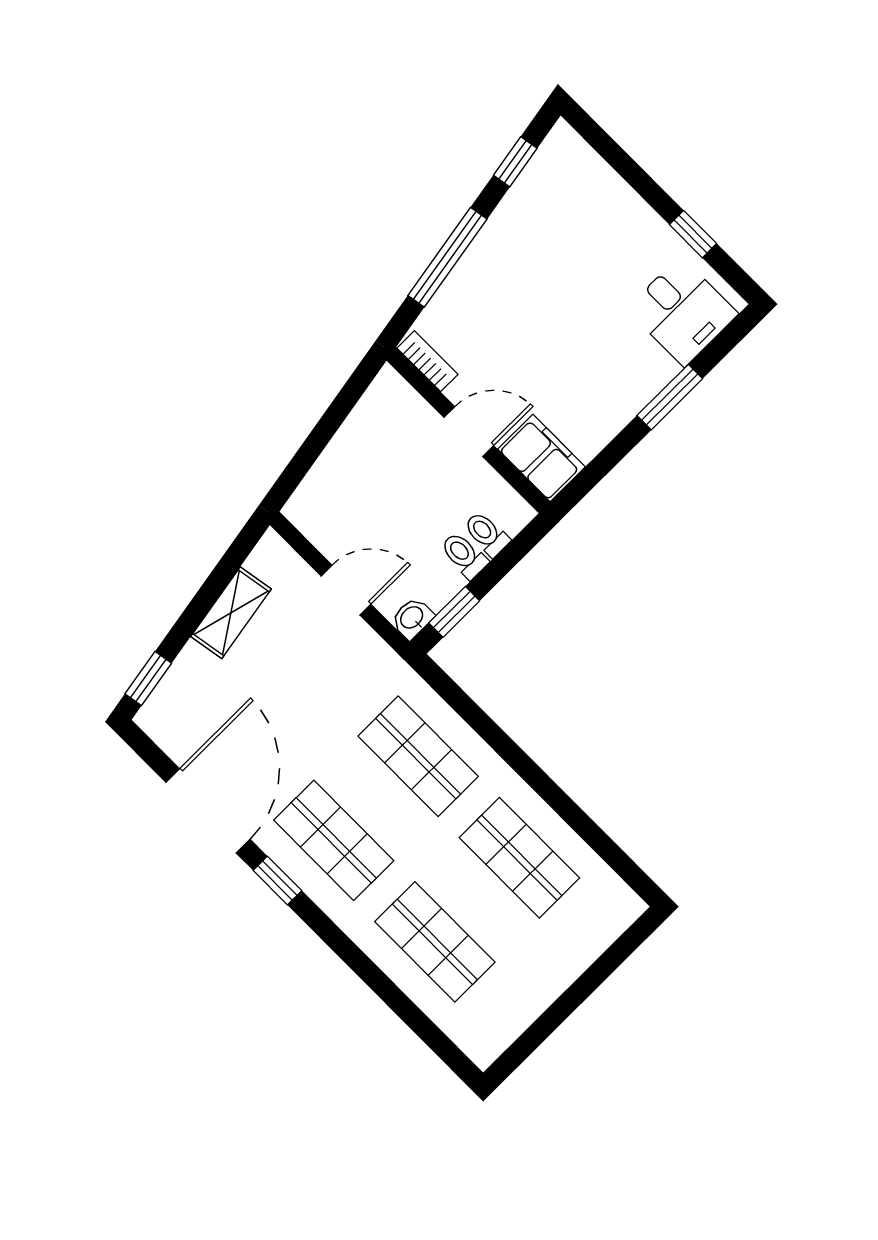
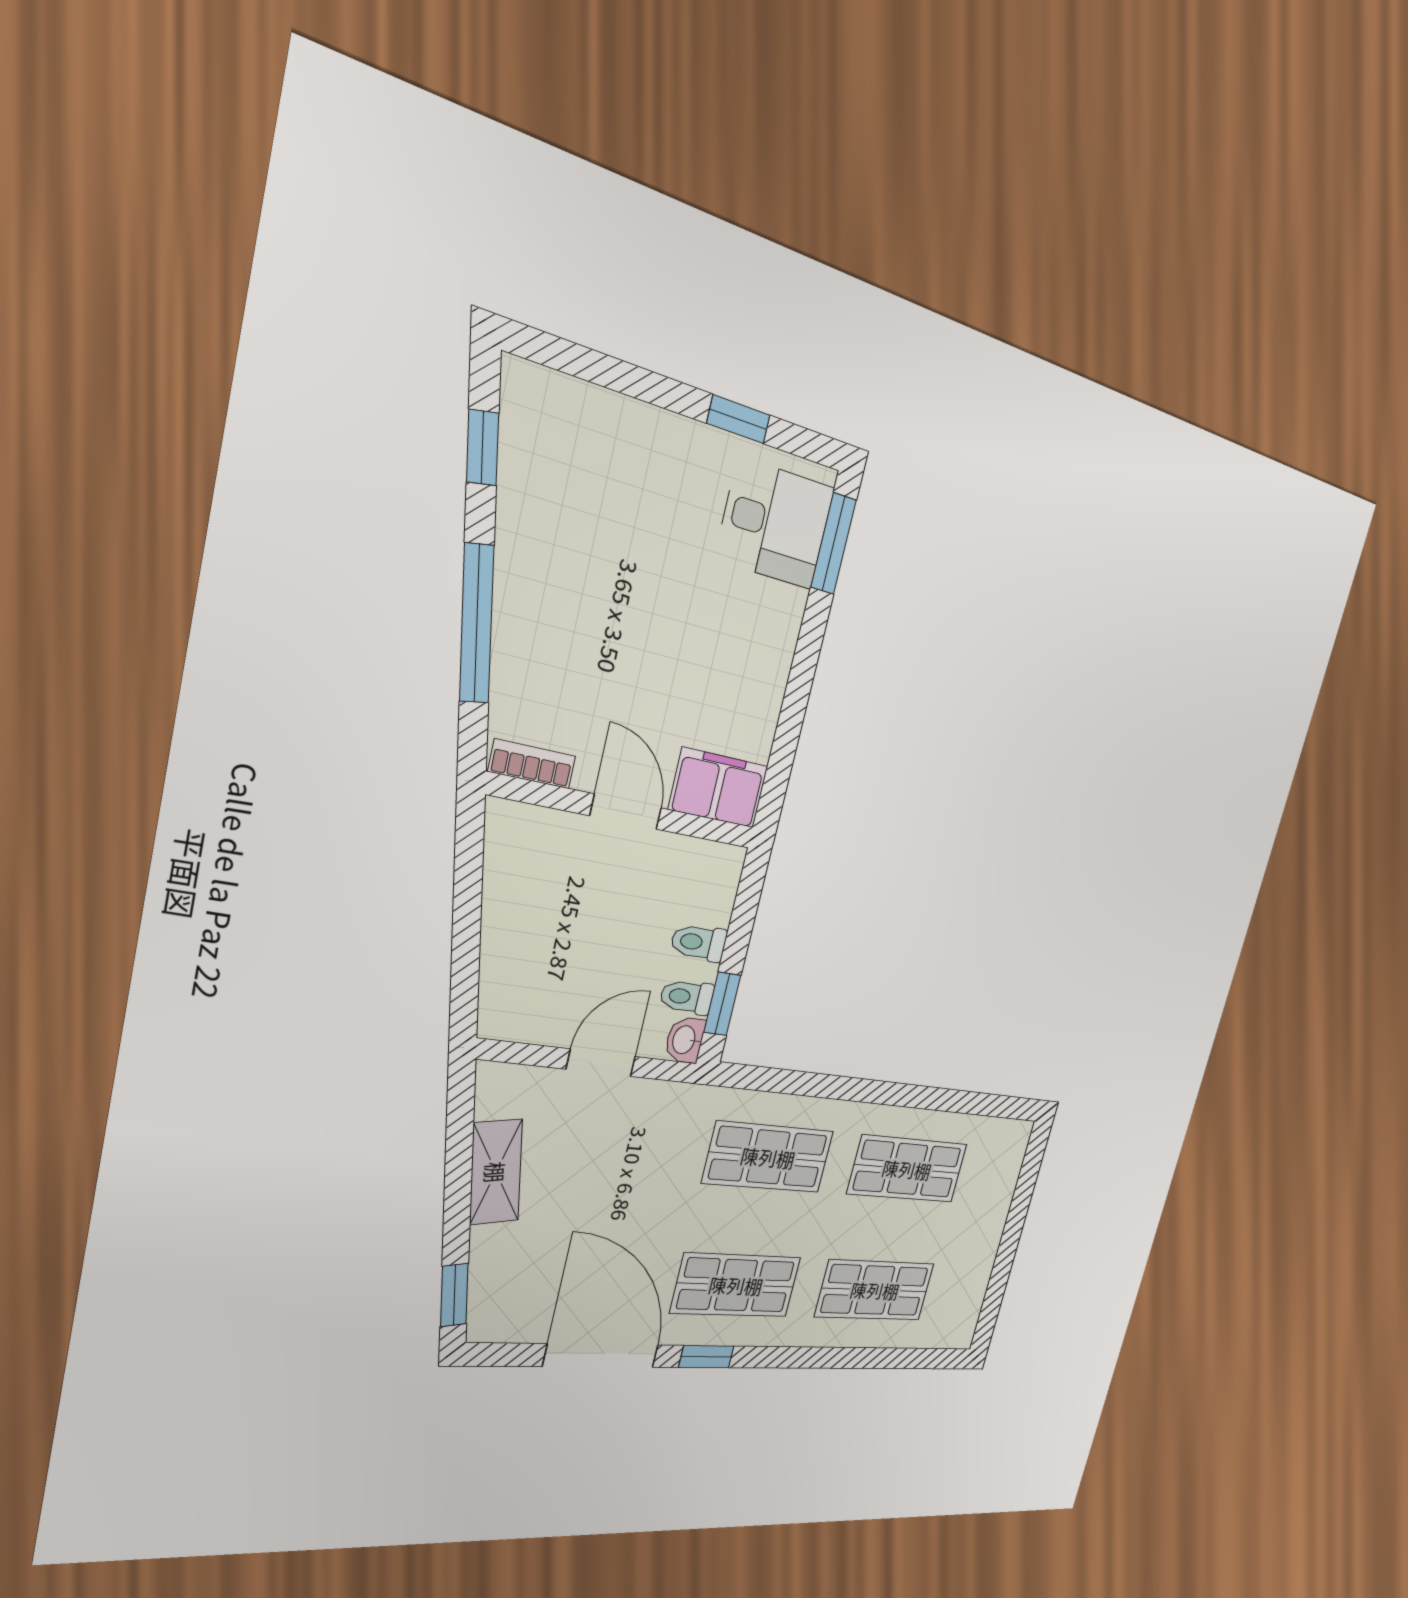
window: (670, 397) -> (833, 544), moved
door: (469, 432) -> (626, 812), hinge flipped
toilet: (487, 534) -> (687, 997), moved

